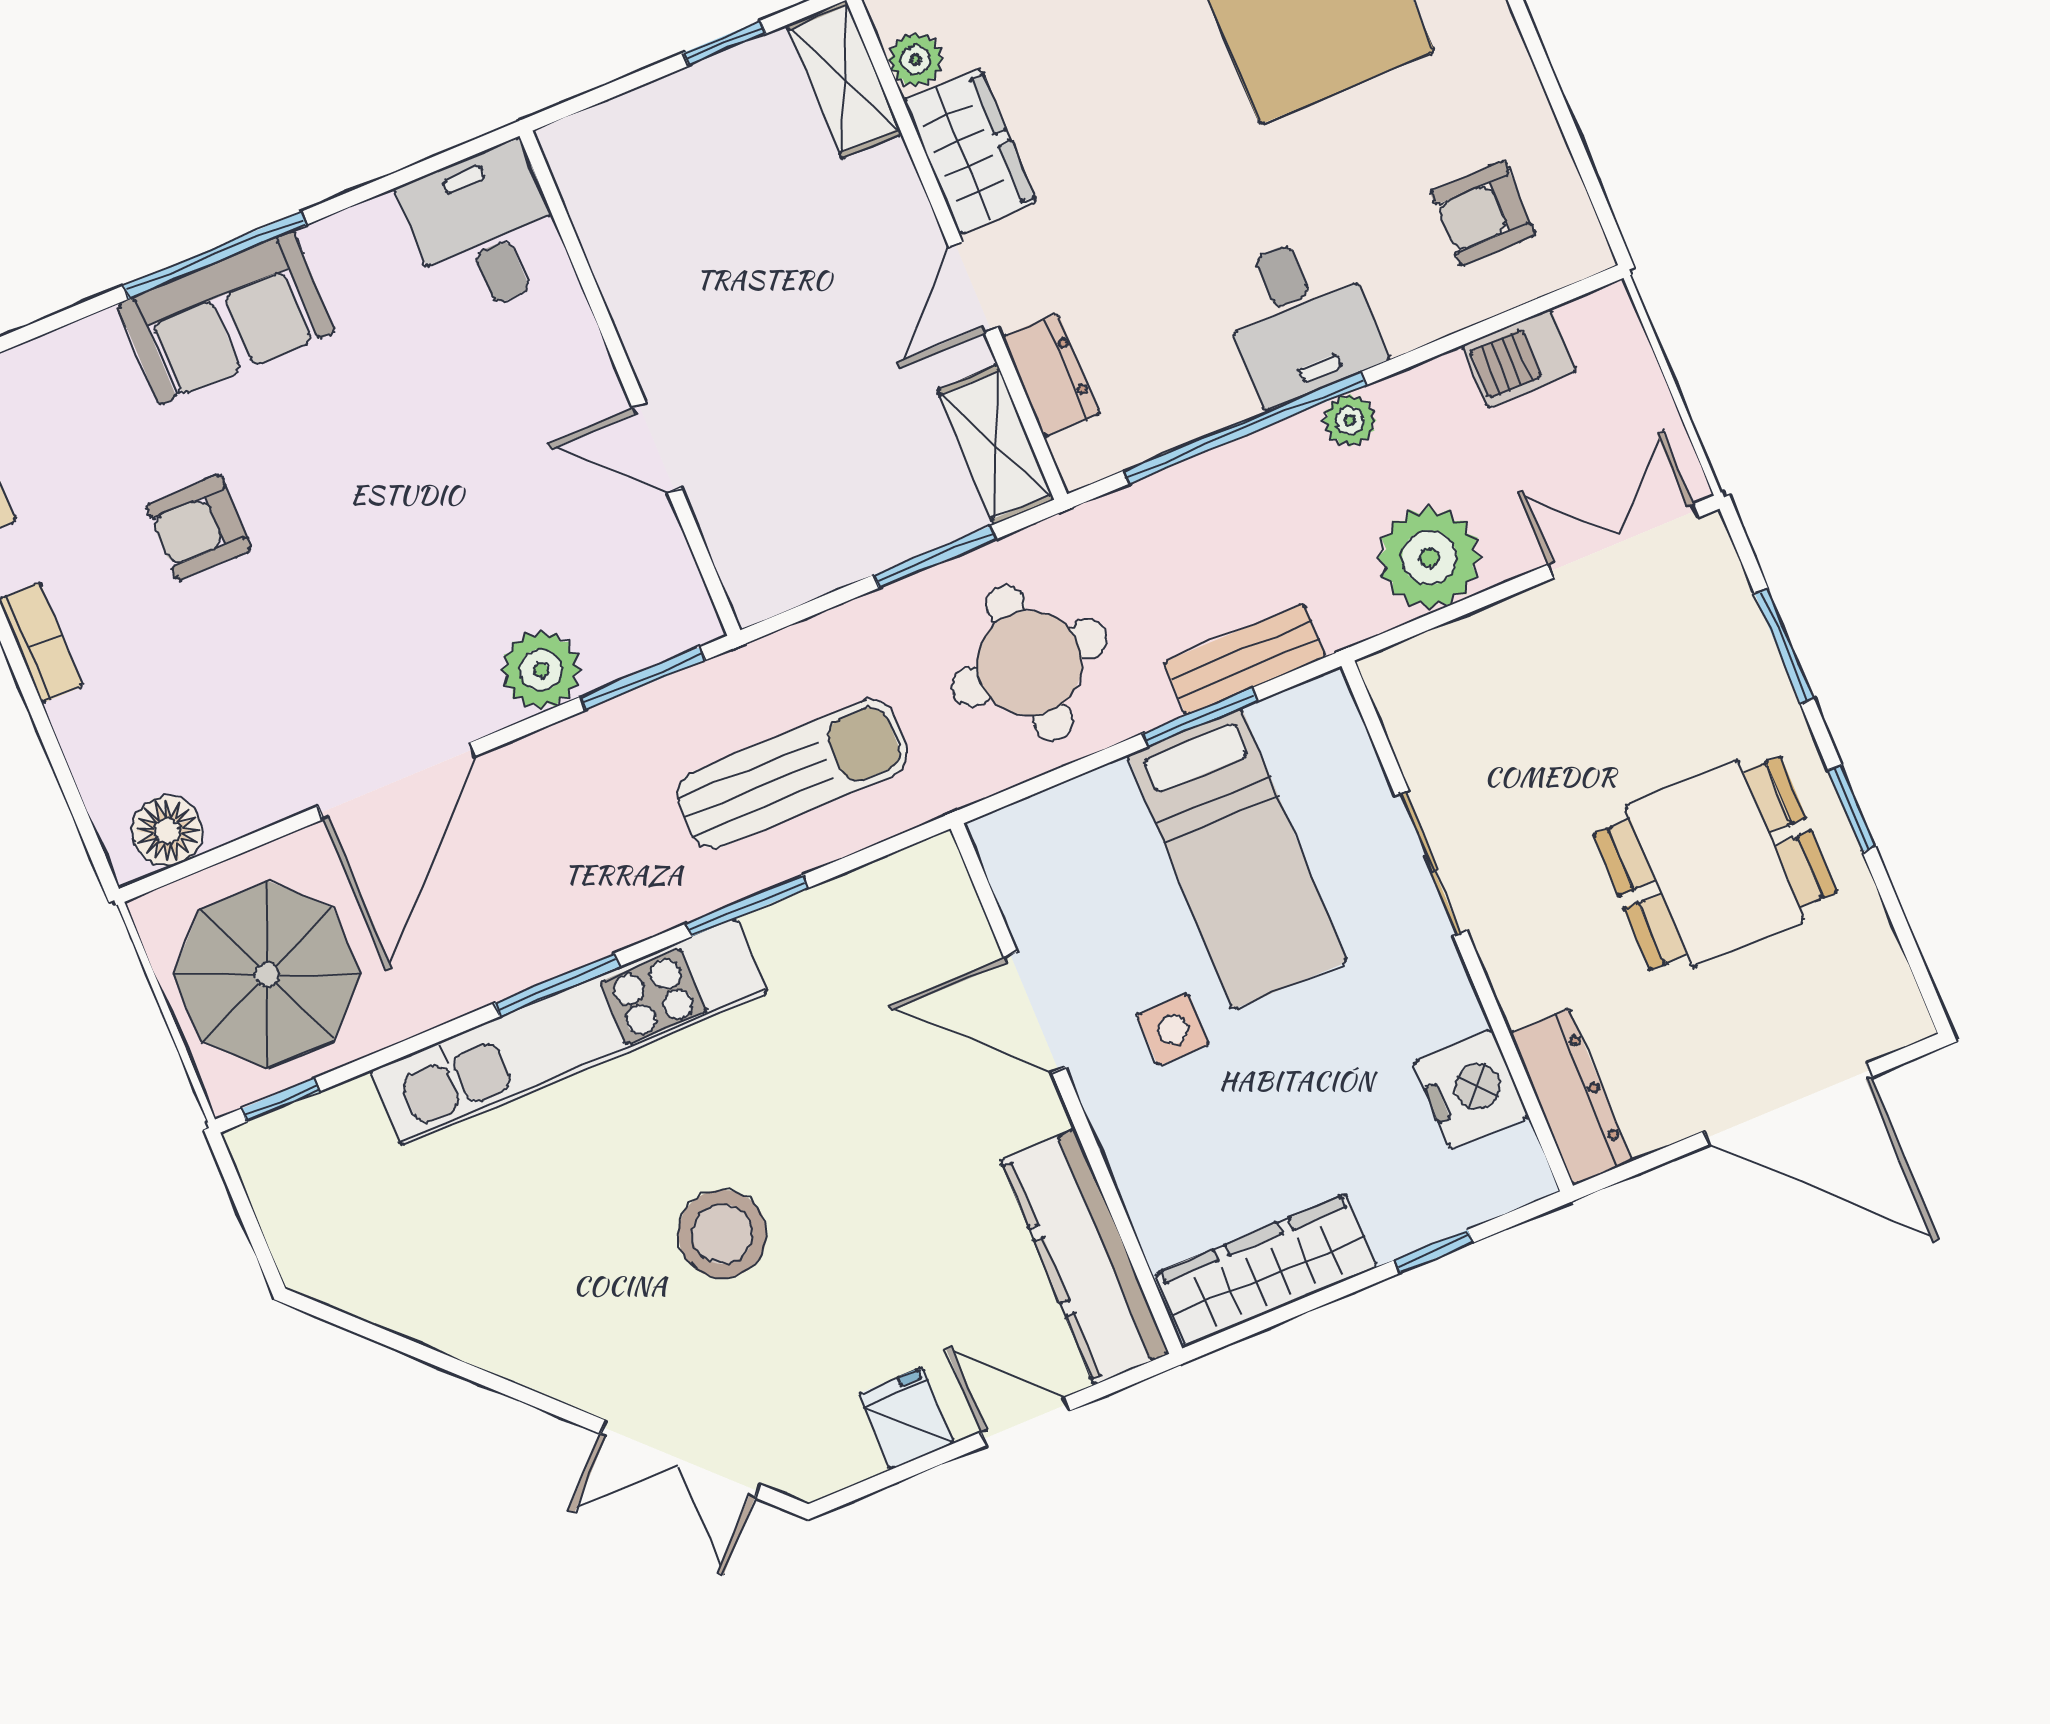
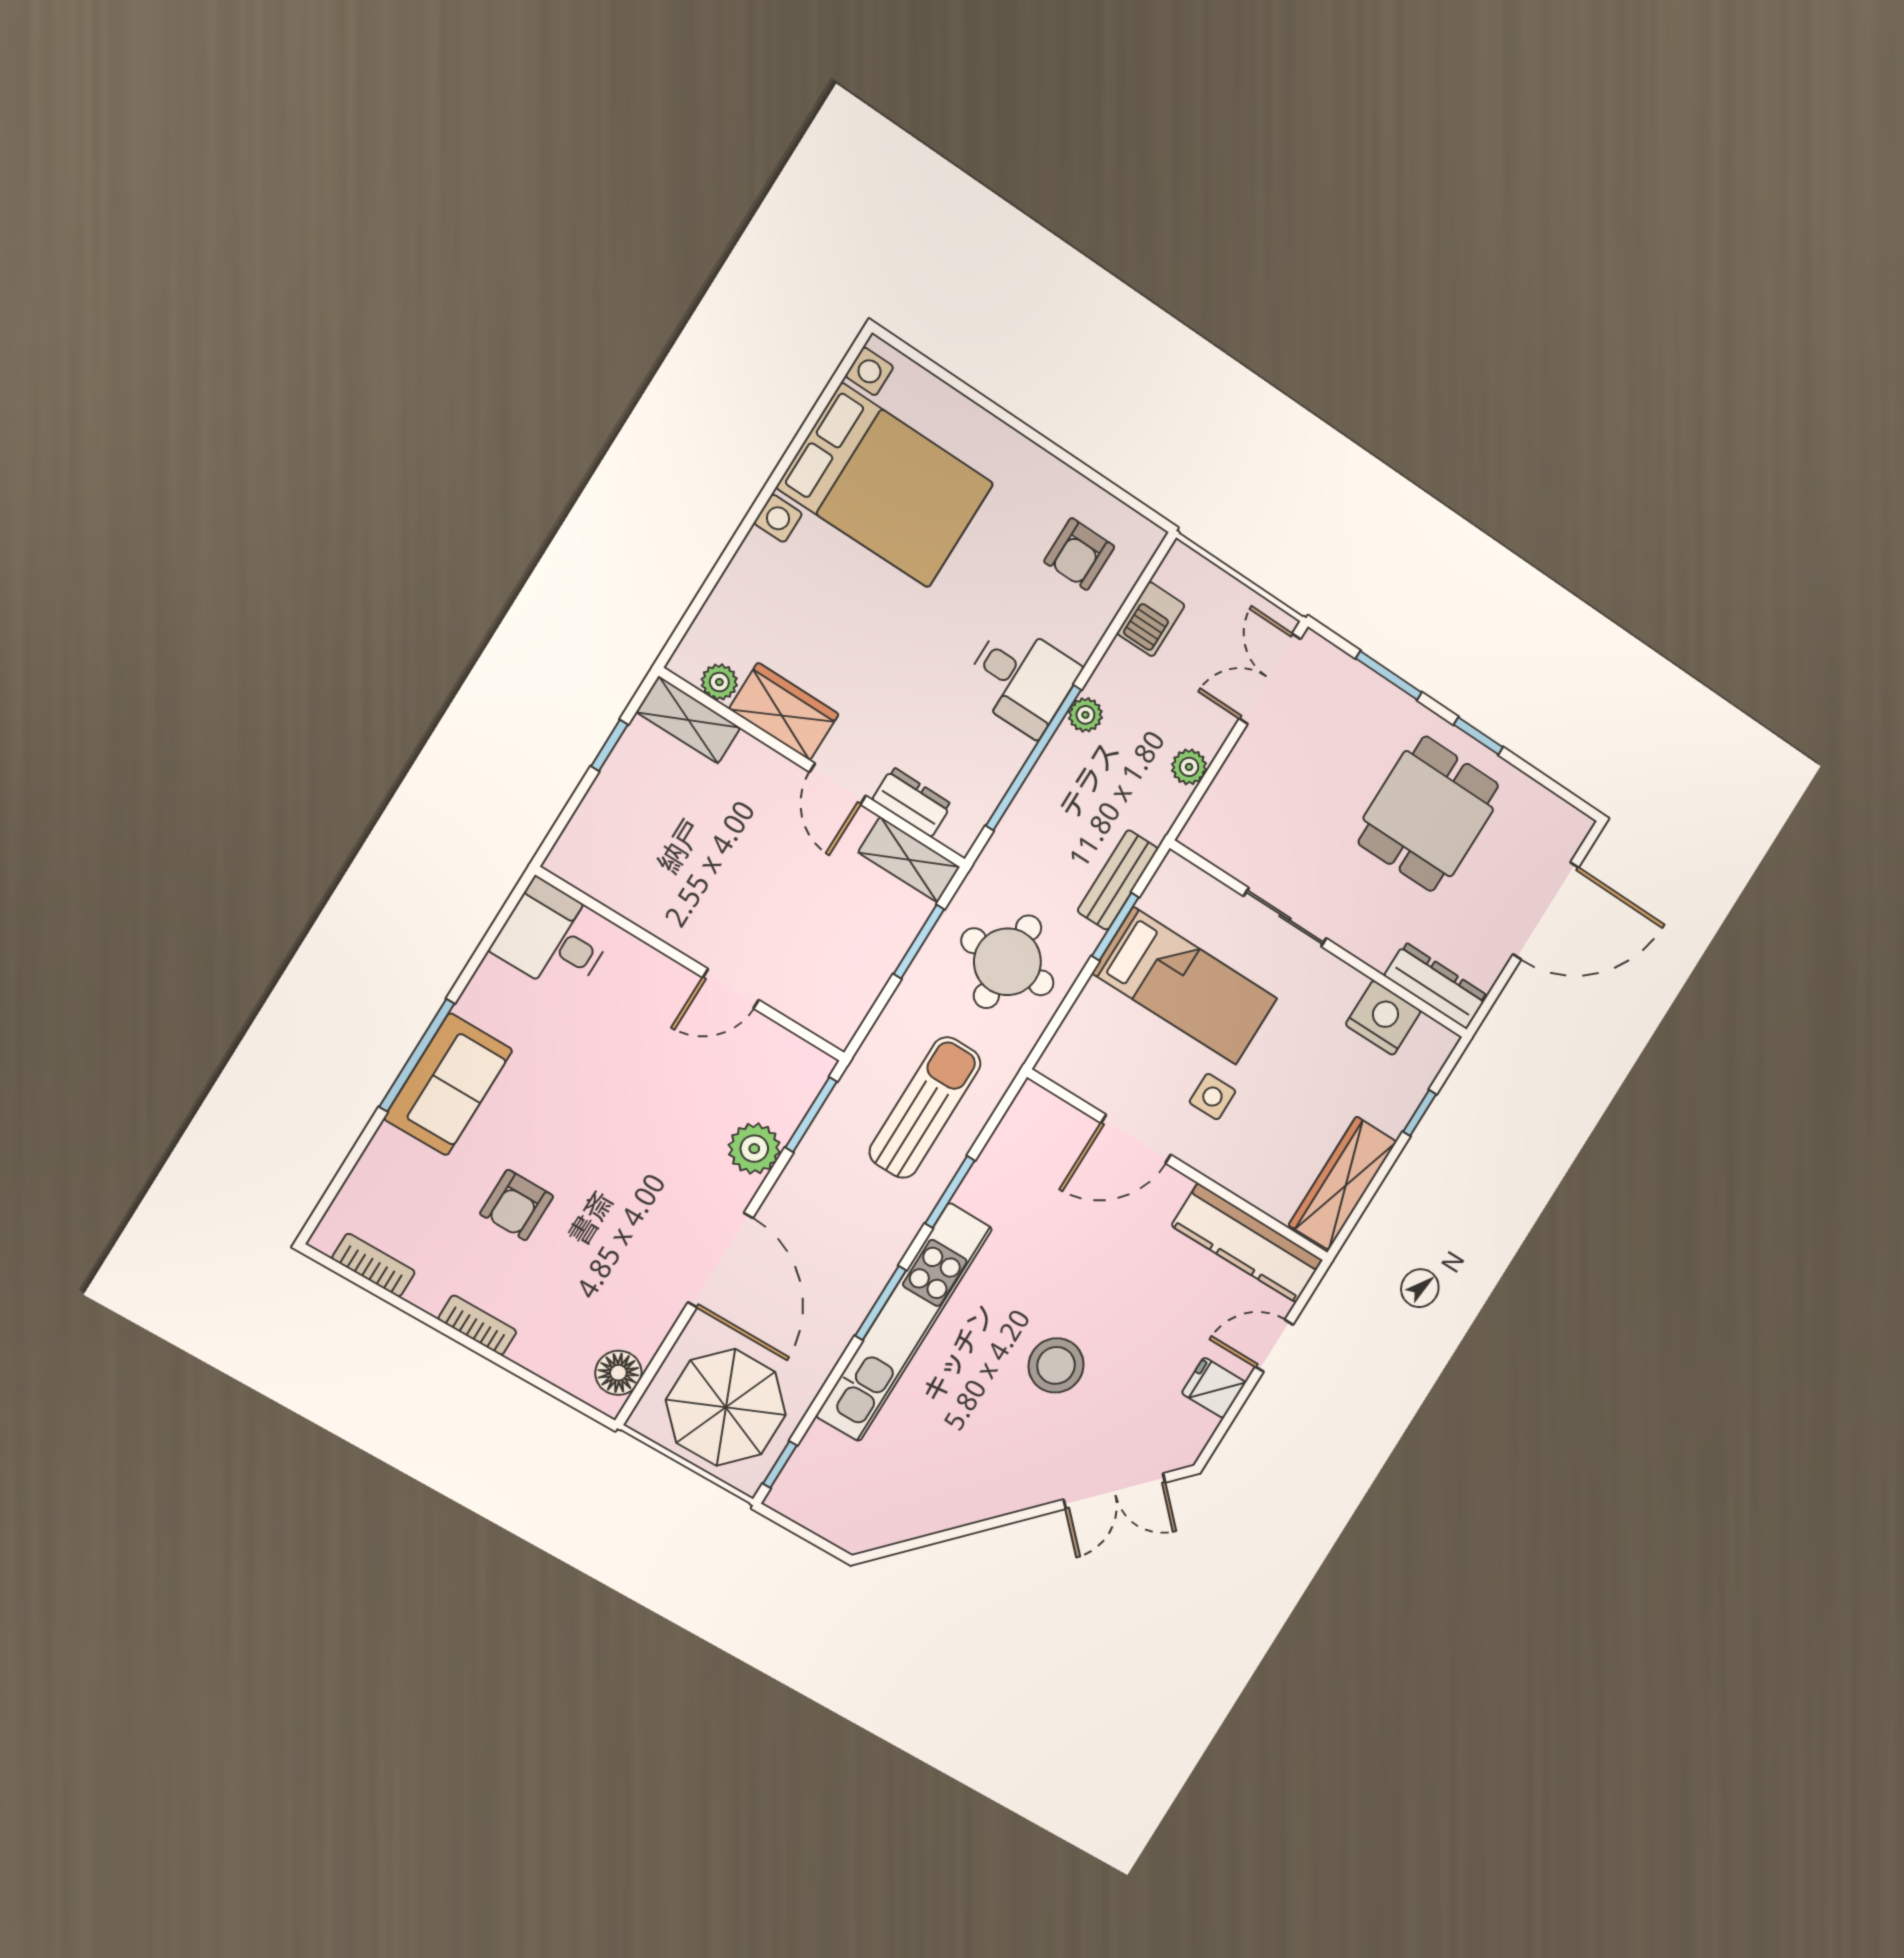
plant: (1429, 558) -> (1189, 767), width x0.53, depth x0.53

